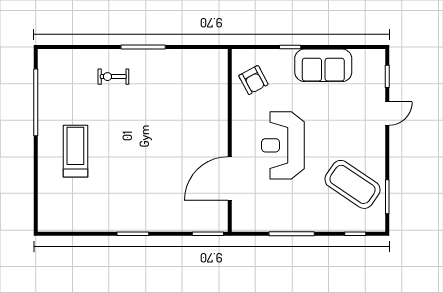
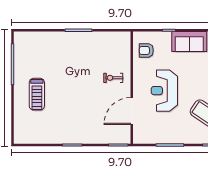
exercise bike: (113, 77) -> (113, 78), moved
armchair: (253, 80) -> (146, 50), turned 118
treadmill: (75, 151) -> (37, 94), turned 180

